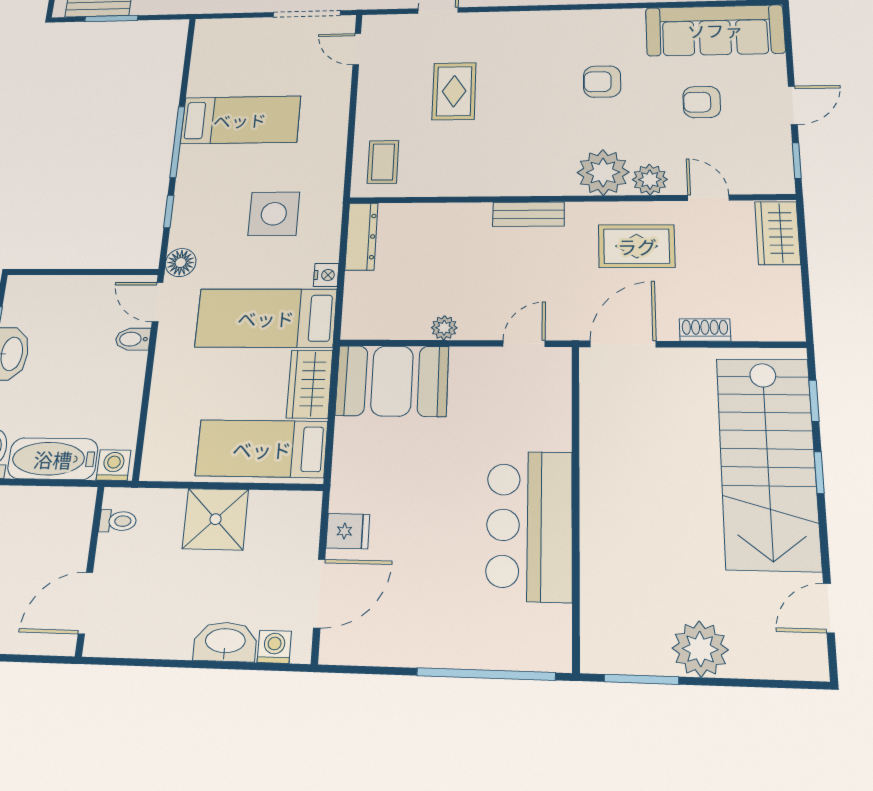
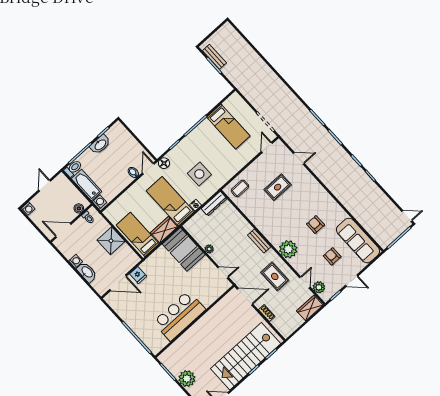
bed: (240, 120) -> (228, 127), moved
plant: (650, 180) -> (319, 287), moved
boiler: (79, 522) -> (79, 208), added
washing machine: (274, 647) -> (76, 261), moved

